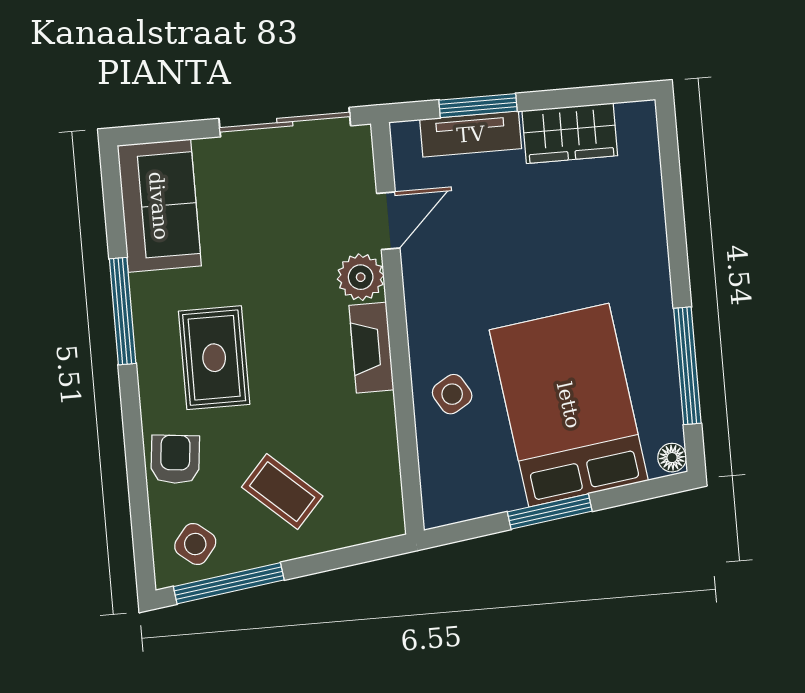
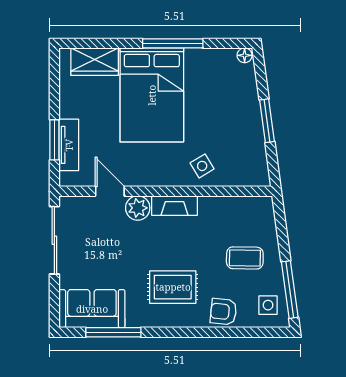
wardrobe: (570, 133) -> (95, 62), moved, turned 90
window: (123, 311) -> (113, 332), moved
window: (687, 366) -> (173, 43), moved
bed: (569, 405) -> (152, 95), moved, turned -82
coffee table: (282, 492) -> (245, 258), turned 49
side table: (195, 544) -> (268, 305), turned -38

